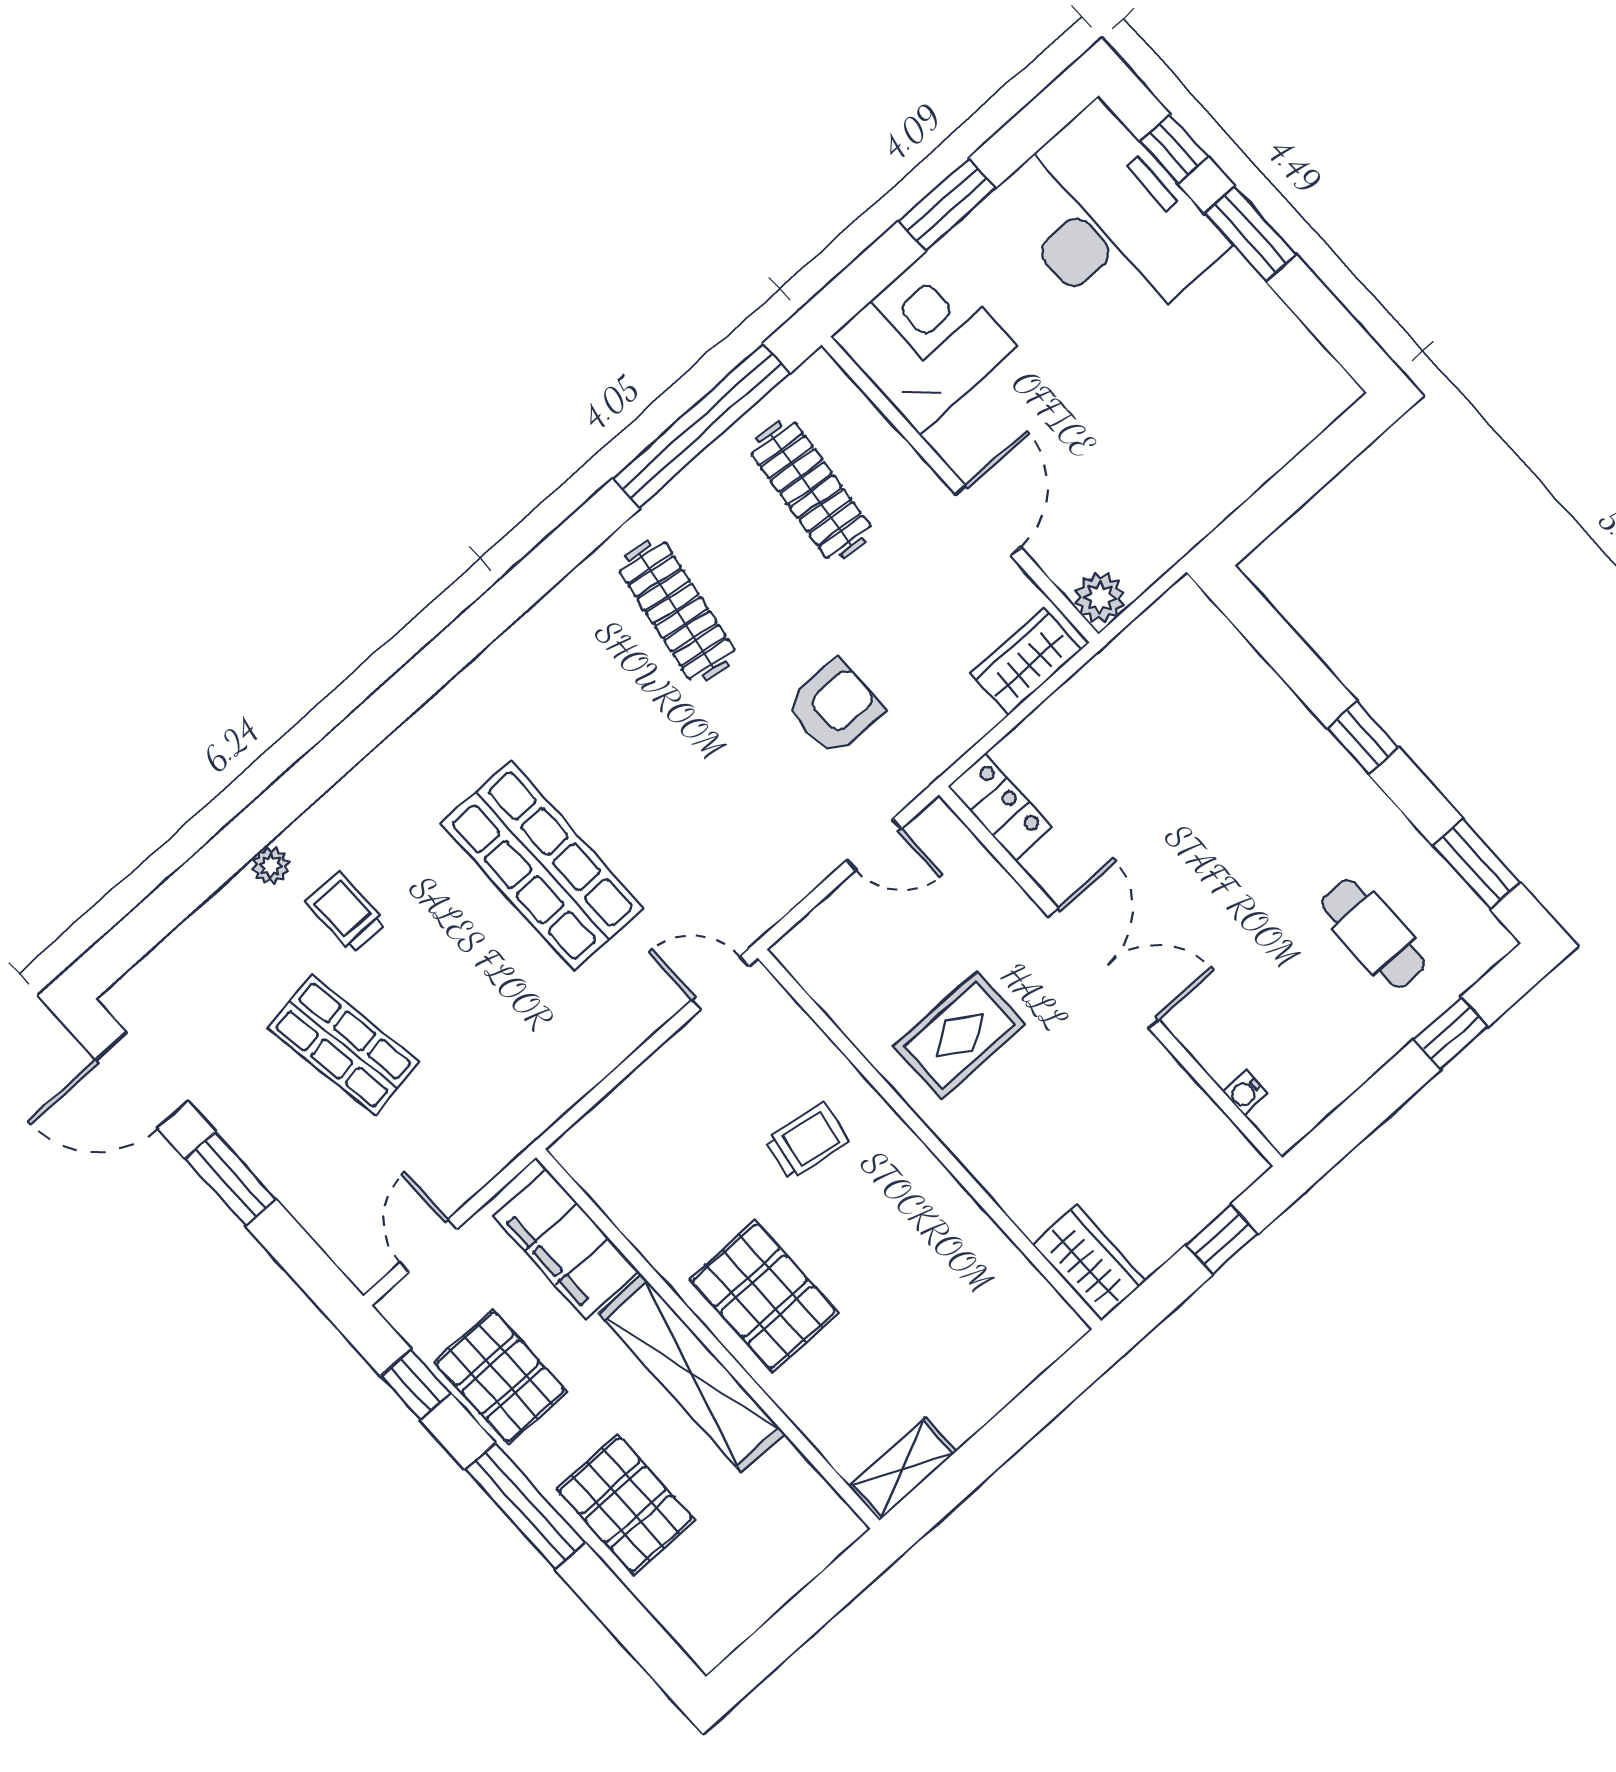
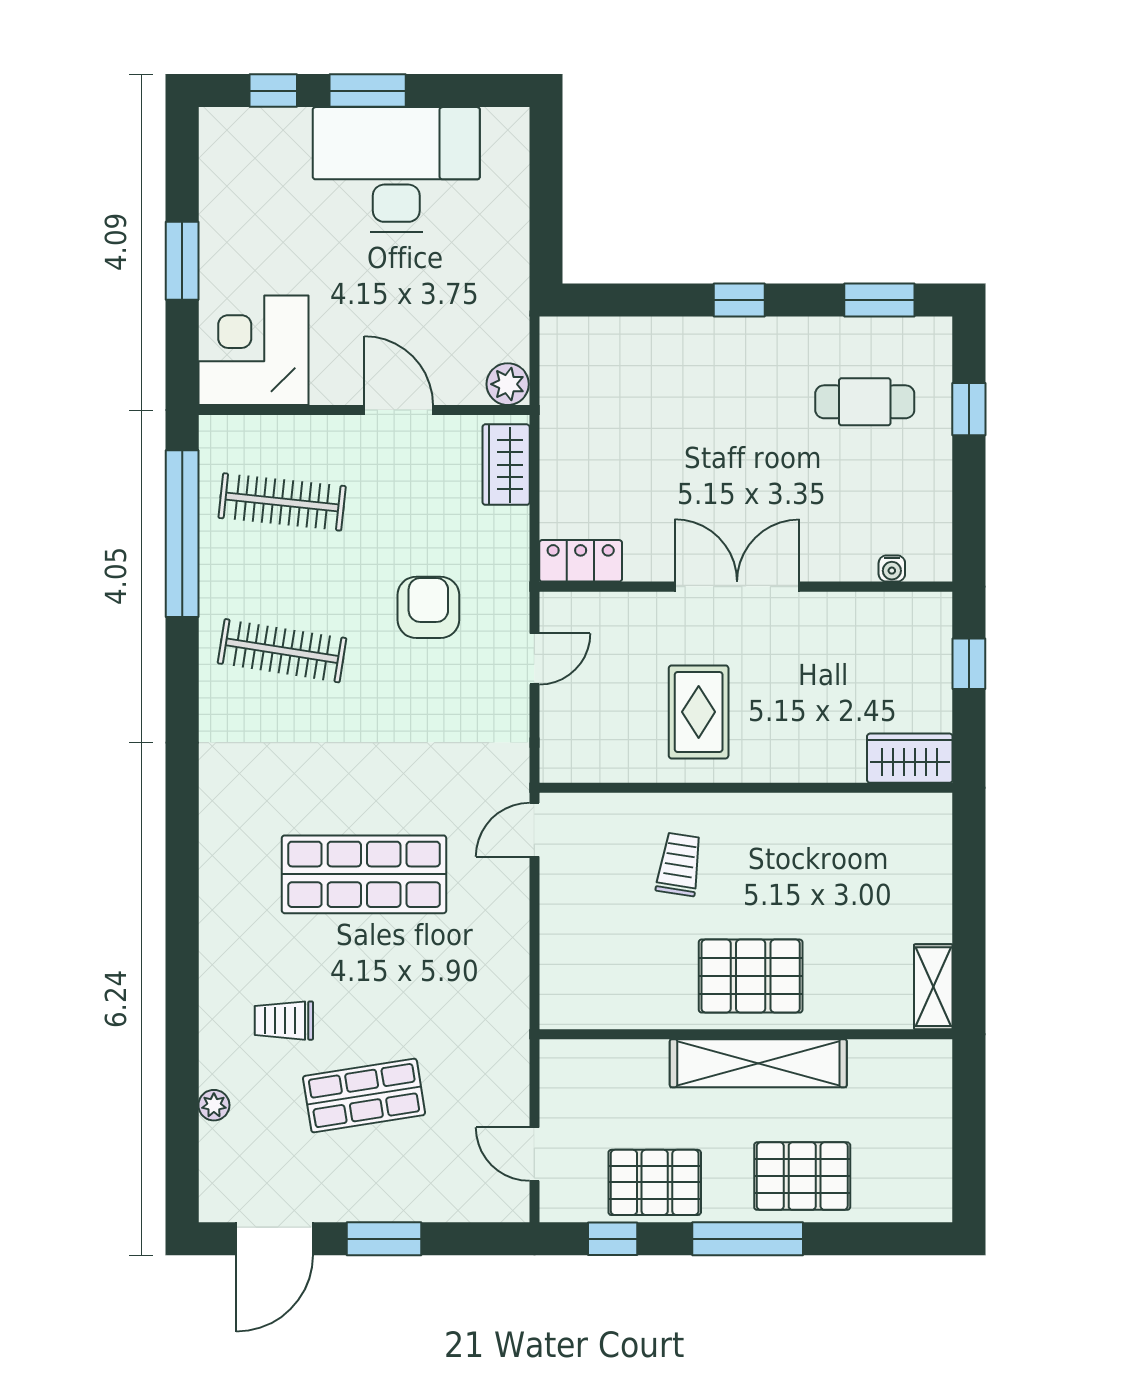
desk: (1110, 221) -> (396, 169), moved
plant: (271, 866) -> (214, 1105), moved
filing cabinet: (566, 1244) -> (609, 1069), removed

